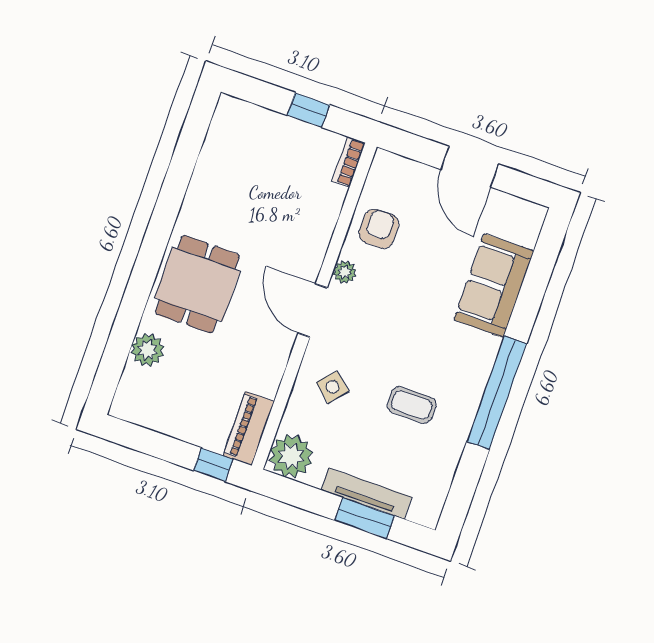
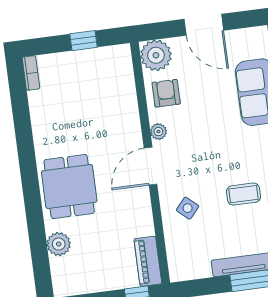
bookcase: (349, 162) -> (31, 73), moved, turned 180
door: (313, 311) -> (151, 166), hinge flipped
plant: (291, 456) -> (156, 55), moved

